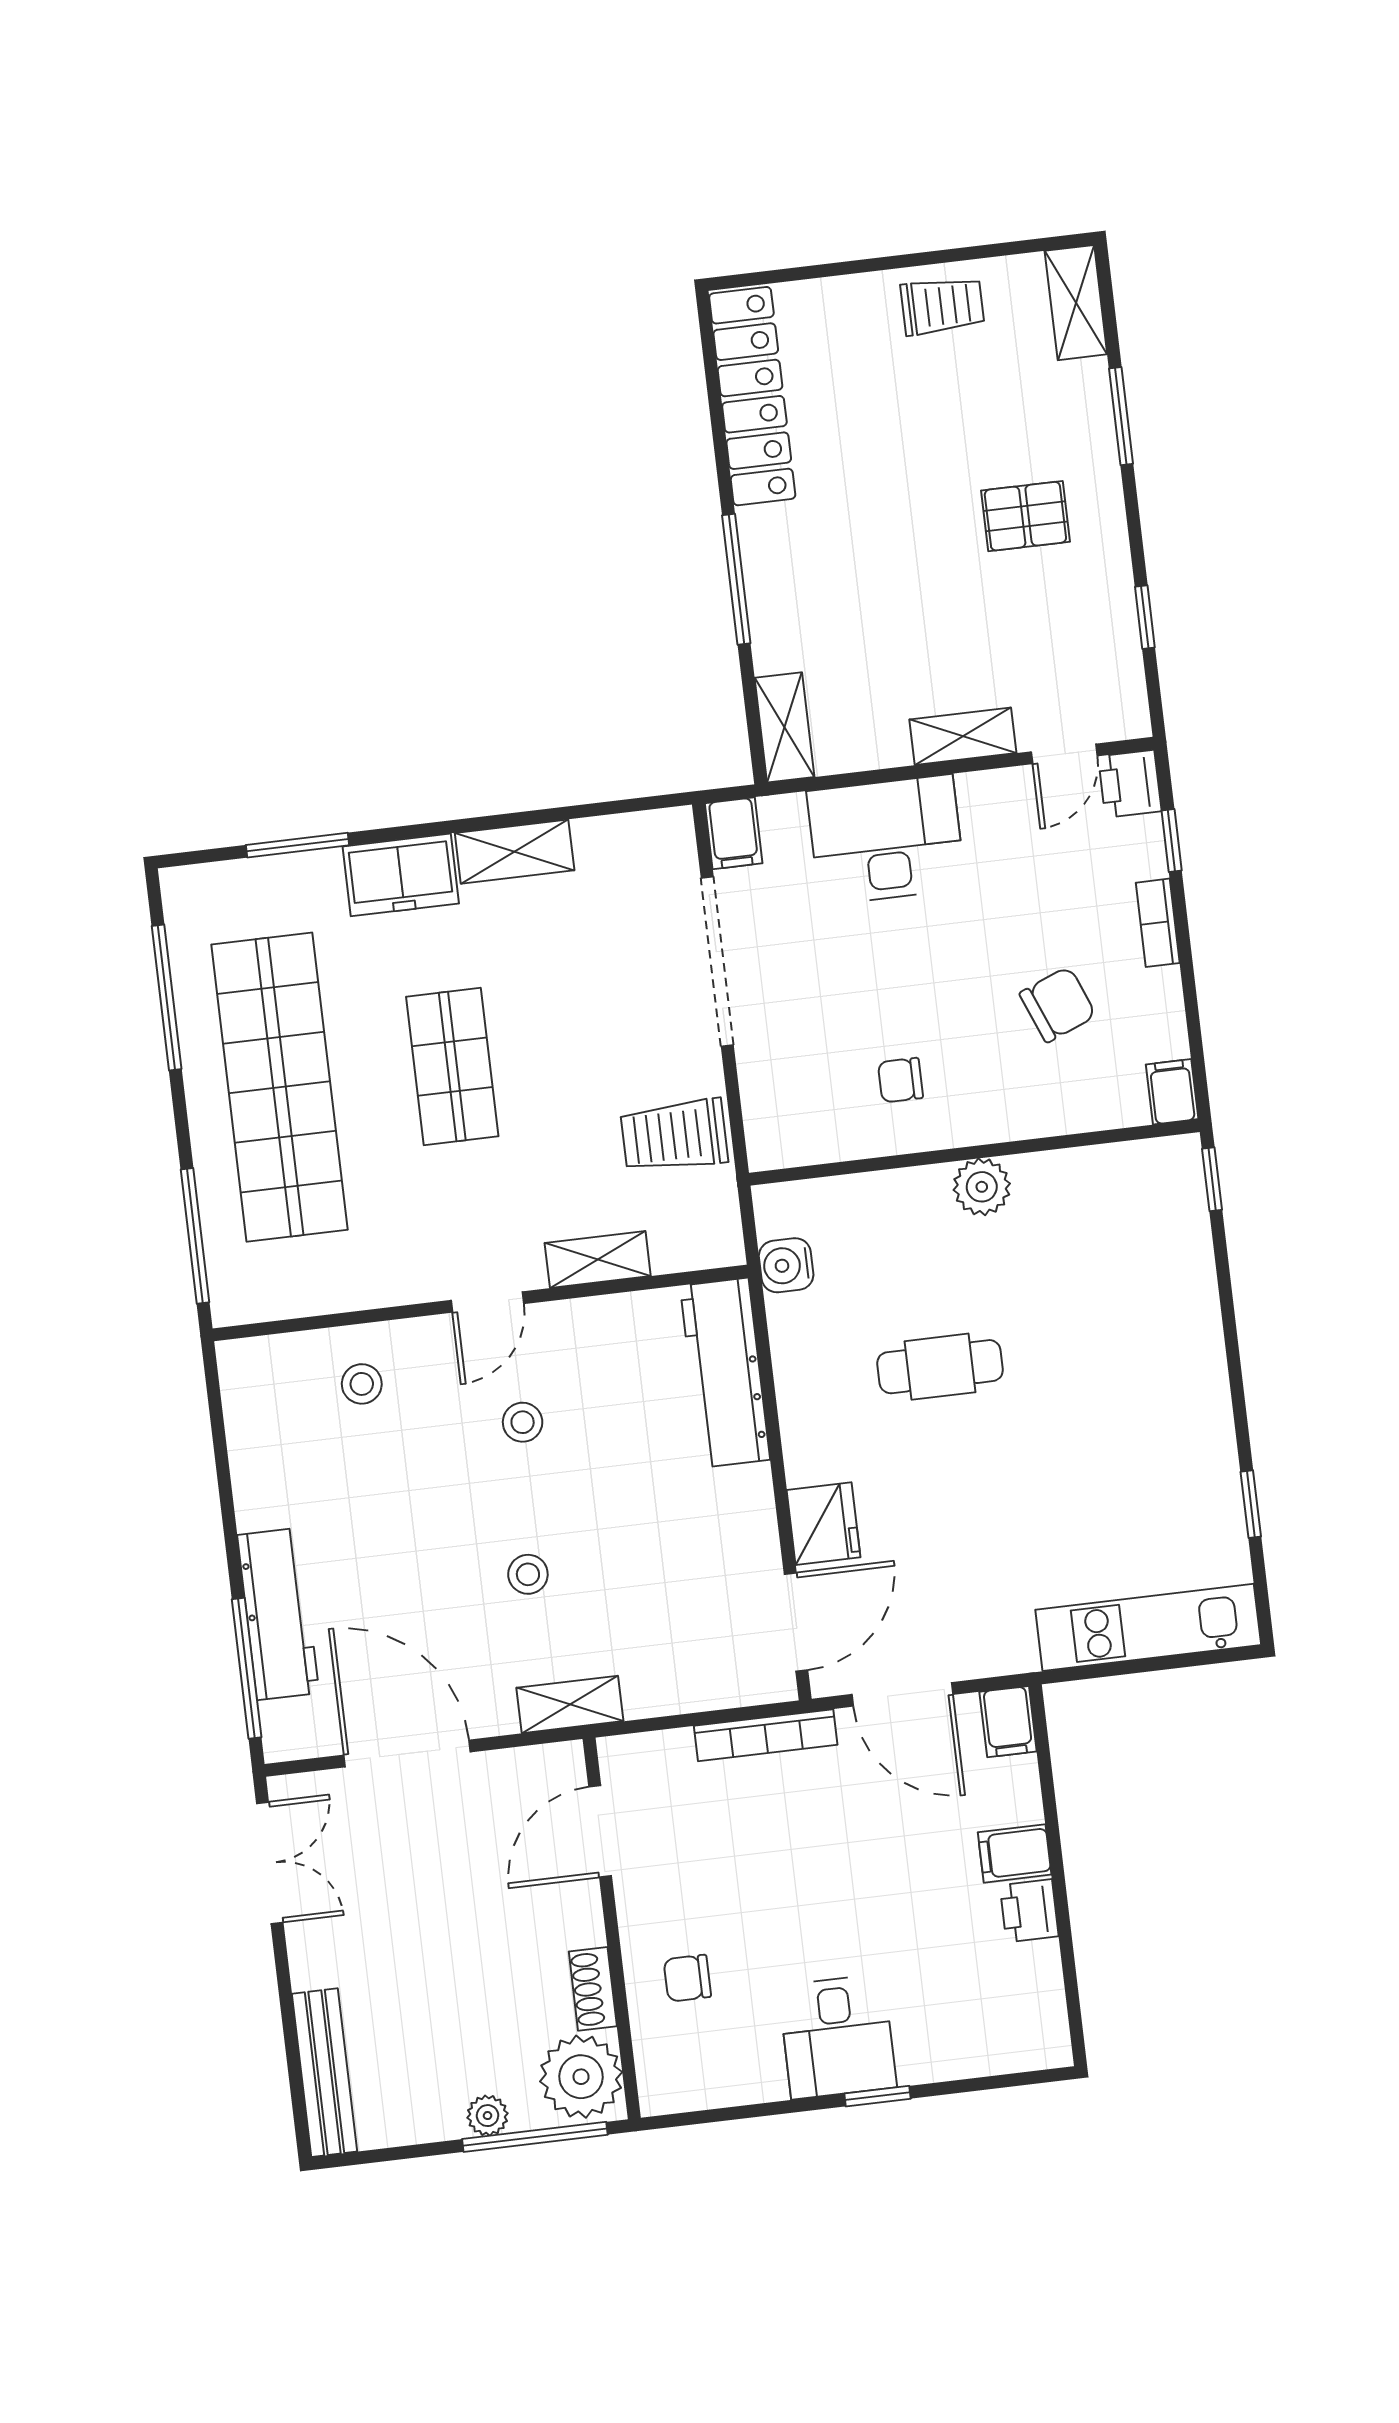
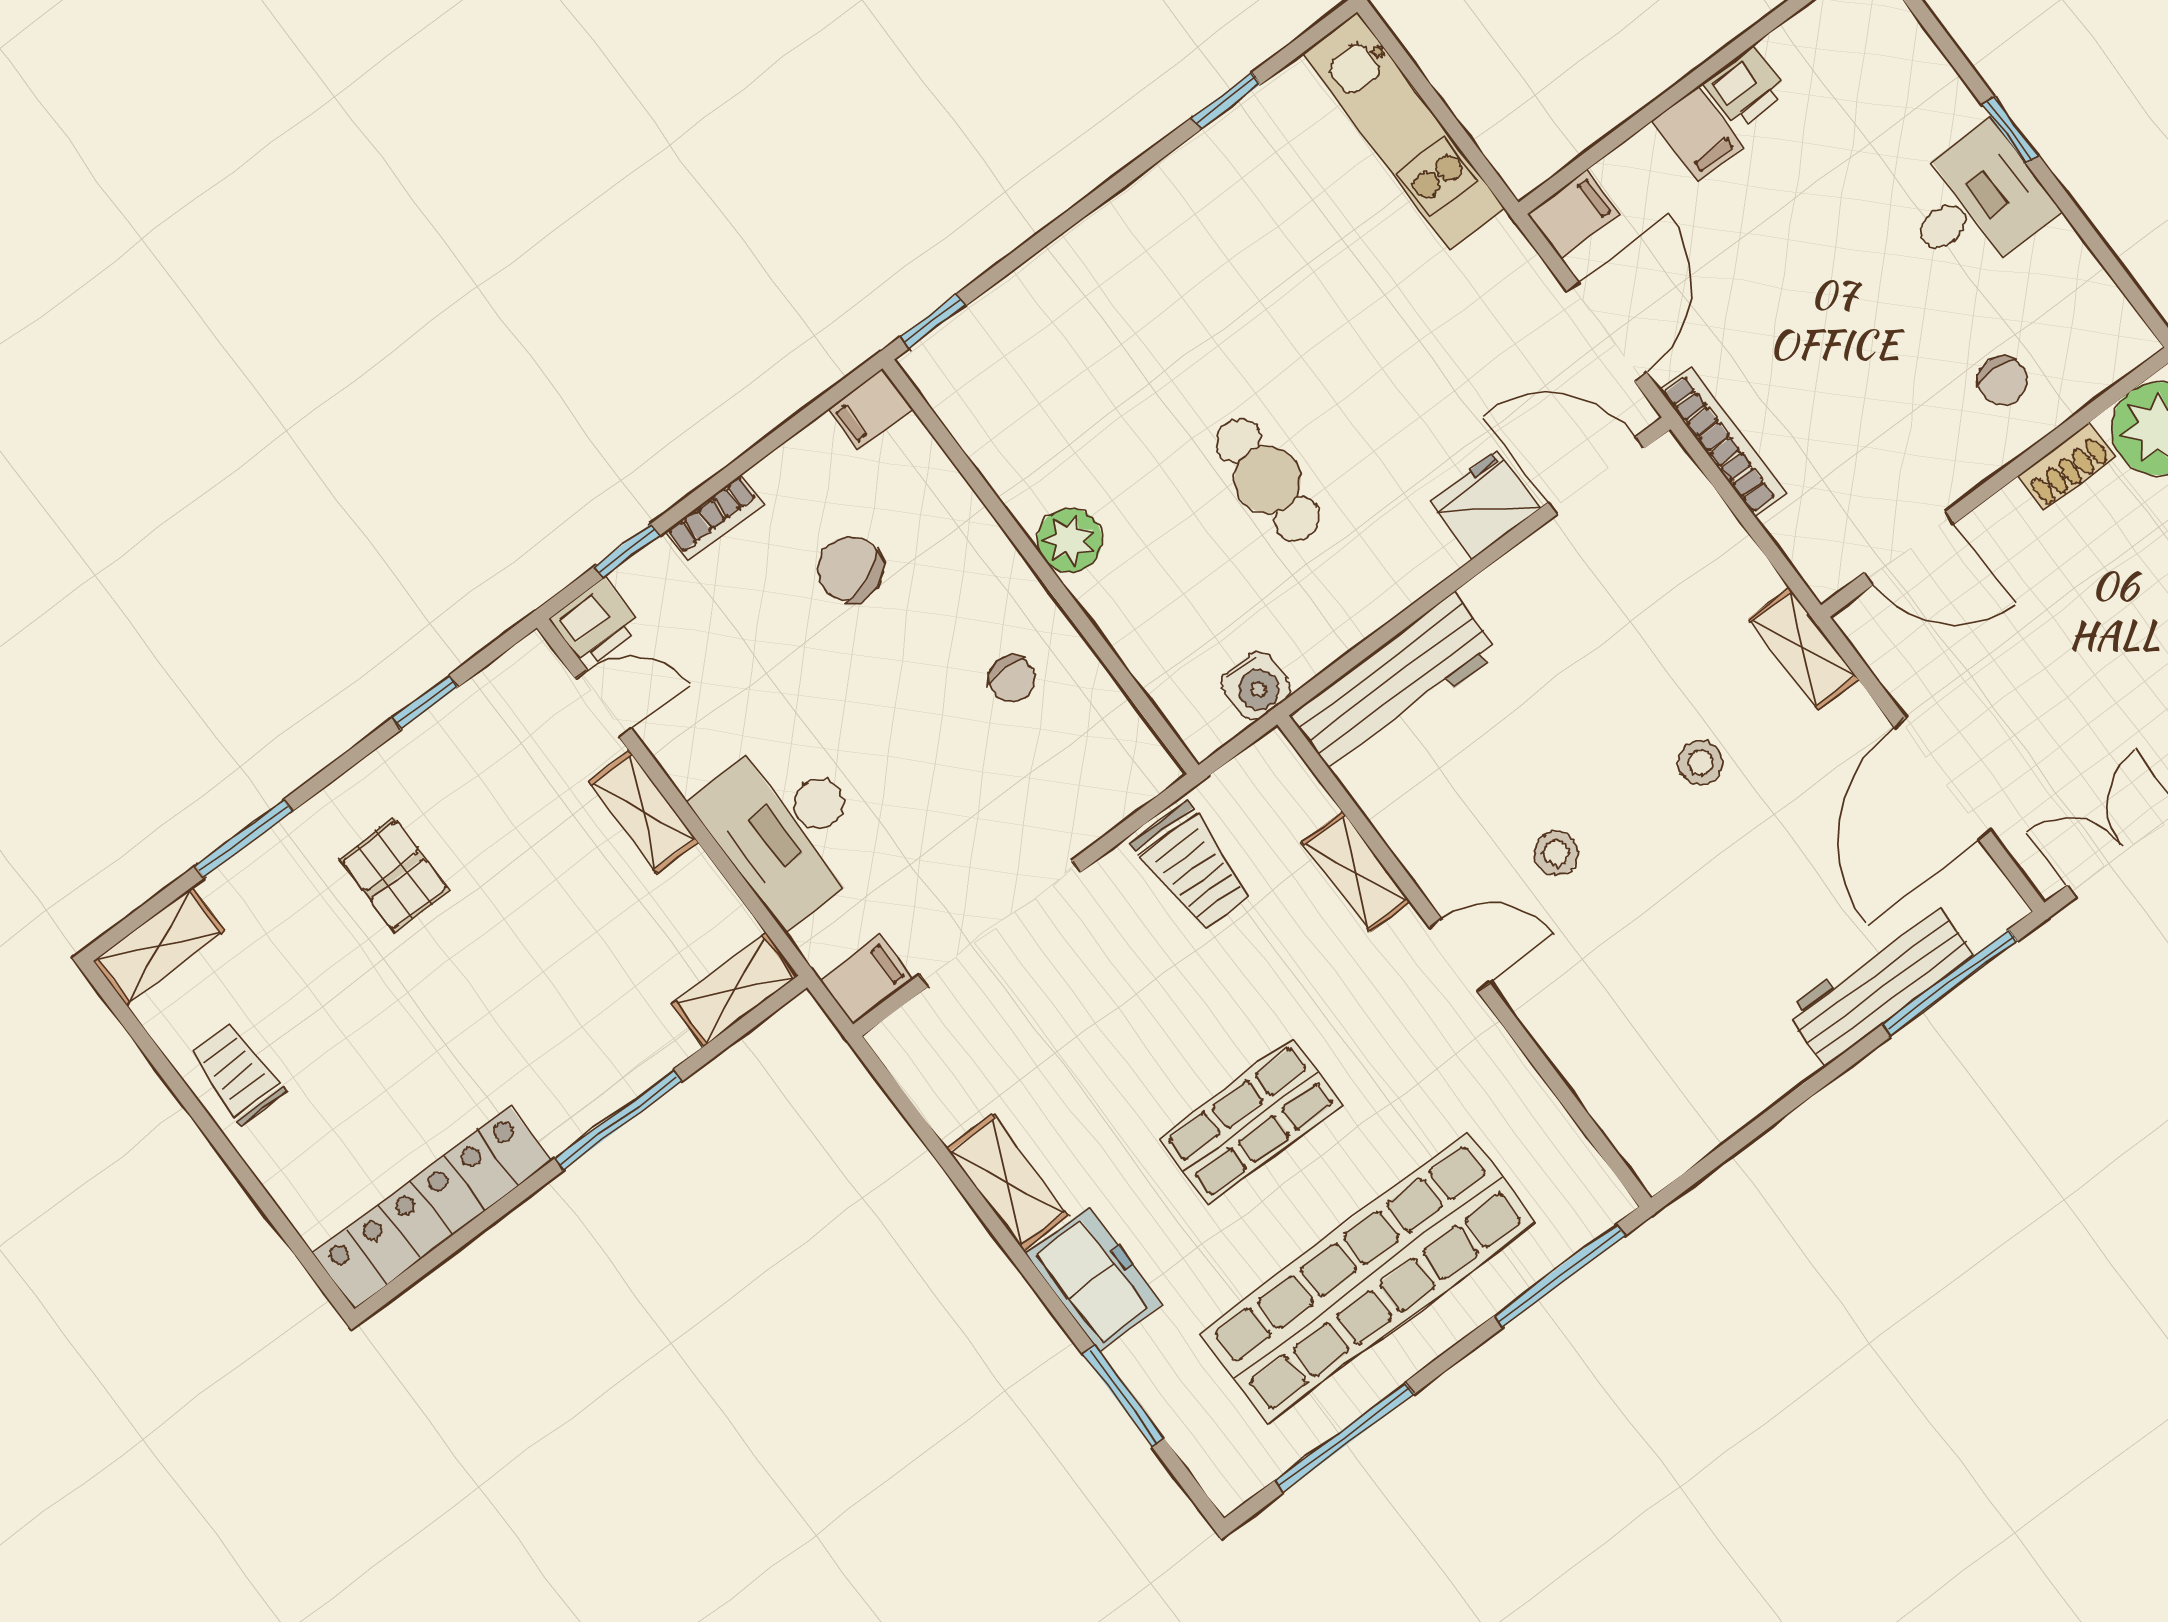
stool: (362, 1384) -> (1609, 1031), removed

